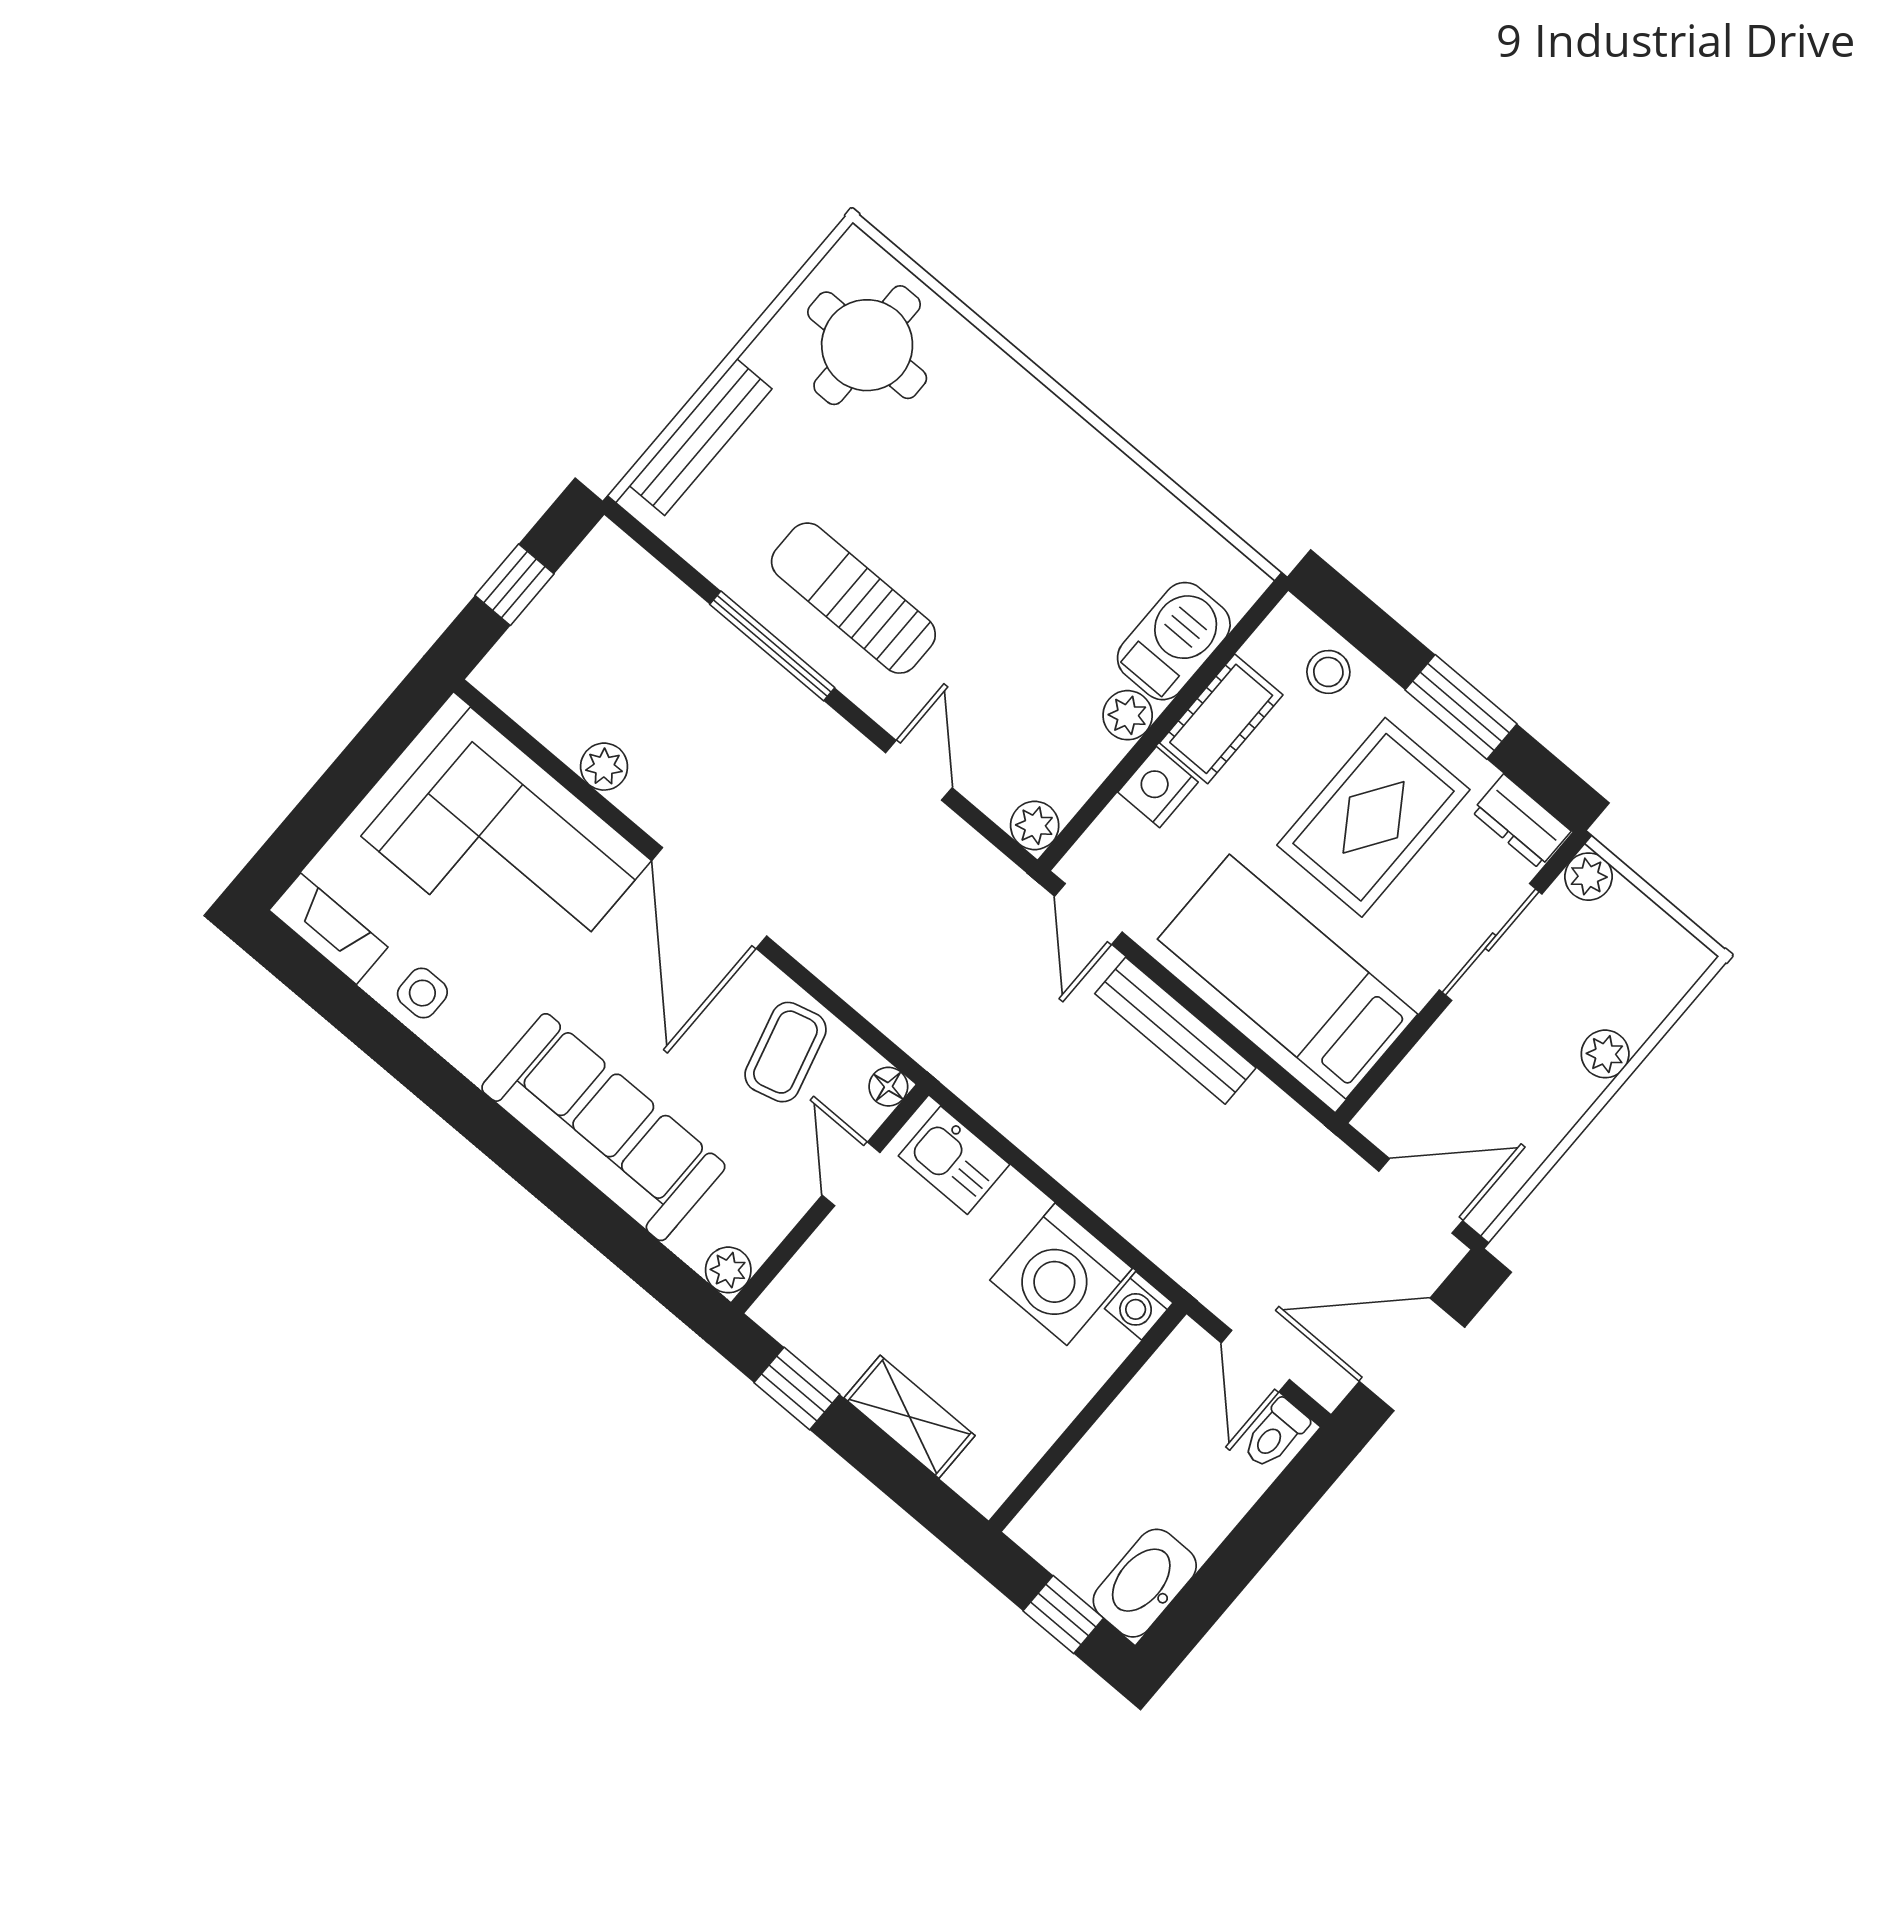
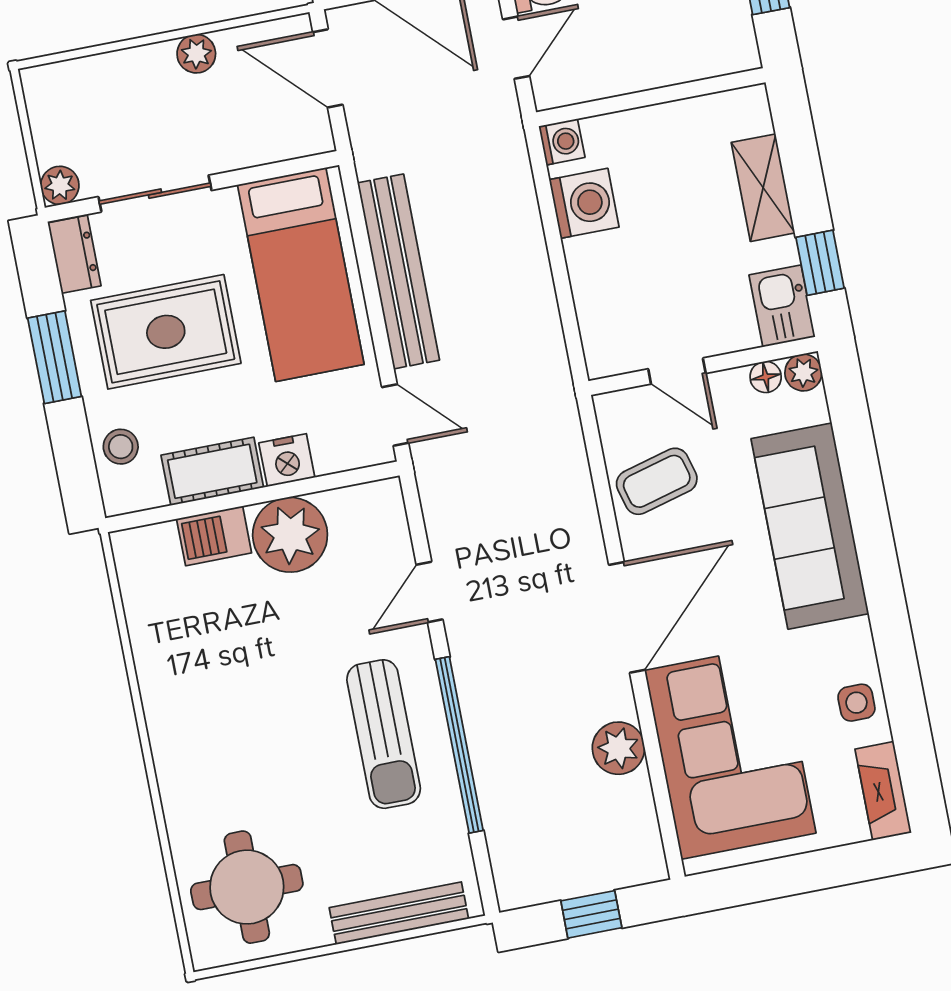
barbecue: (1174, 641) -> (214, 536), width x0.73, depth x0.79
window: (772, 646) -> (459, 745), width x1.46
plant: (1128, 715) -> (290, 535), width x1.87, depth x1.87
plant: (604, 767) -> (618, 748), width x1.38, depth x1.38
plant: (1035, 825) -> (384, 498), removed
door: (1088, 914) -> (395, 415), hinge flipped
bench: (1175, 1031) -> (399, 271), width x1.37, depth x1.21
plant: (1605, 1054) -> (196, 54), moved
floor lamp: (888, 1087) -> (766, 377), moved
kitchen sink: (954, 1160) -> (782, 306), moved, turned 180
door: (851, 1174) -> (677, 371), hinge flipped
washing machine: (1061, 1274) -> (584, 203), width x0.73, depth x0.73

